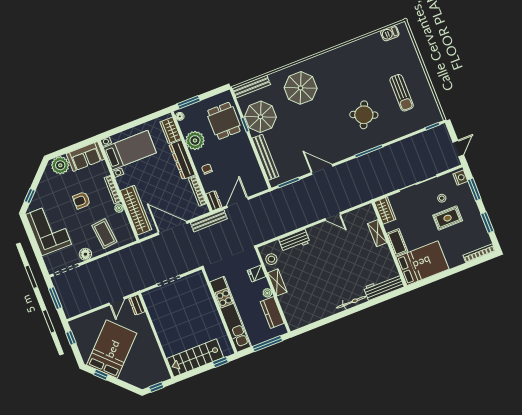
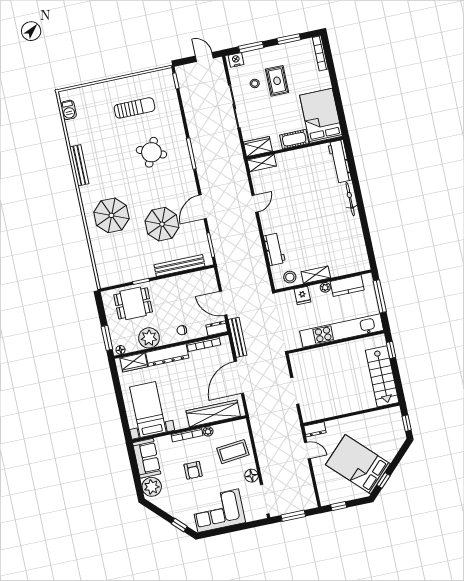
bench: (251, 86) -> (79, 165), moved
parasol: (261, 117) -> (162, 224), moved
shelving: (377, 233) -> (262, 163), moved

